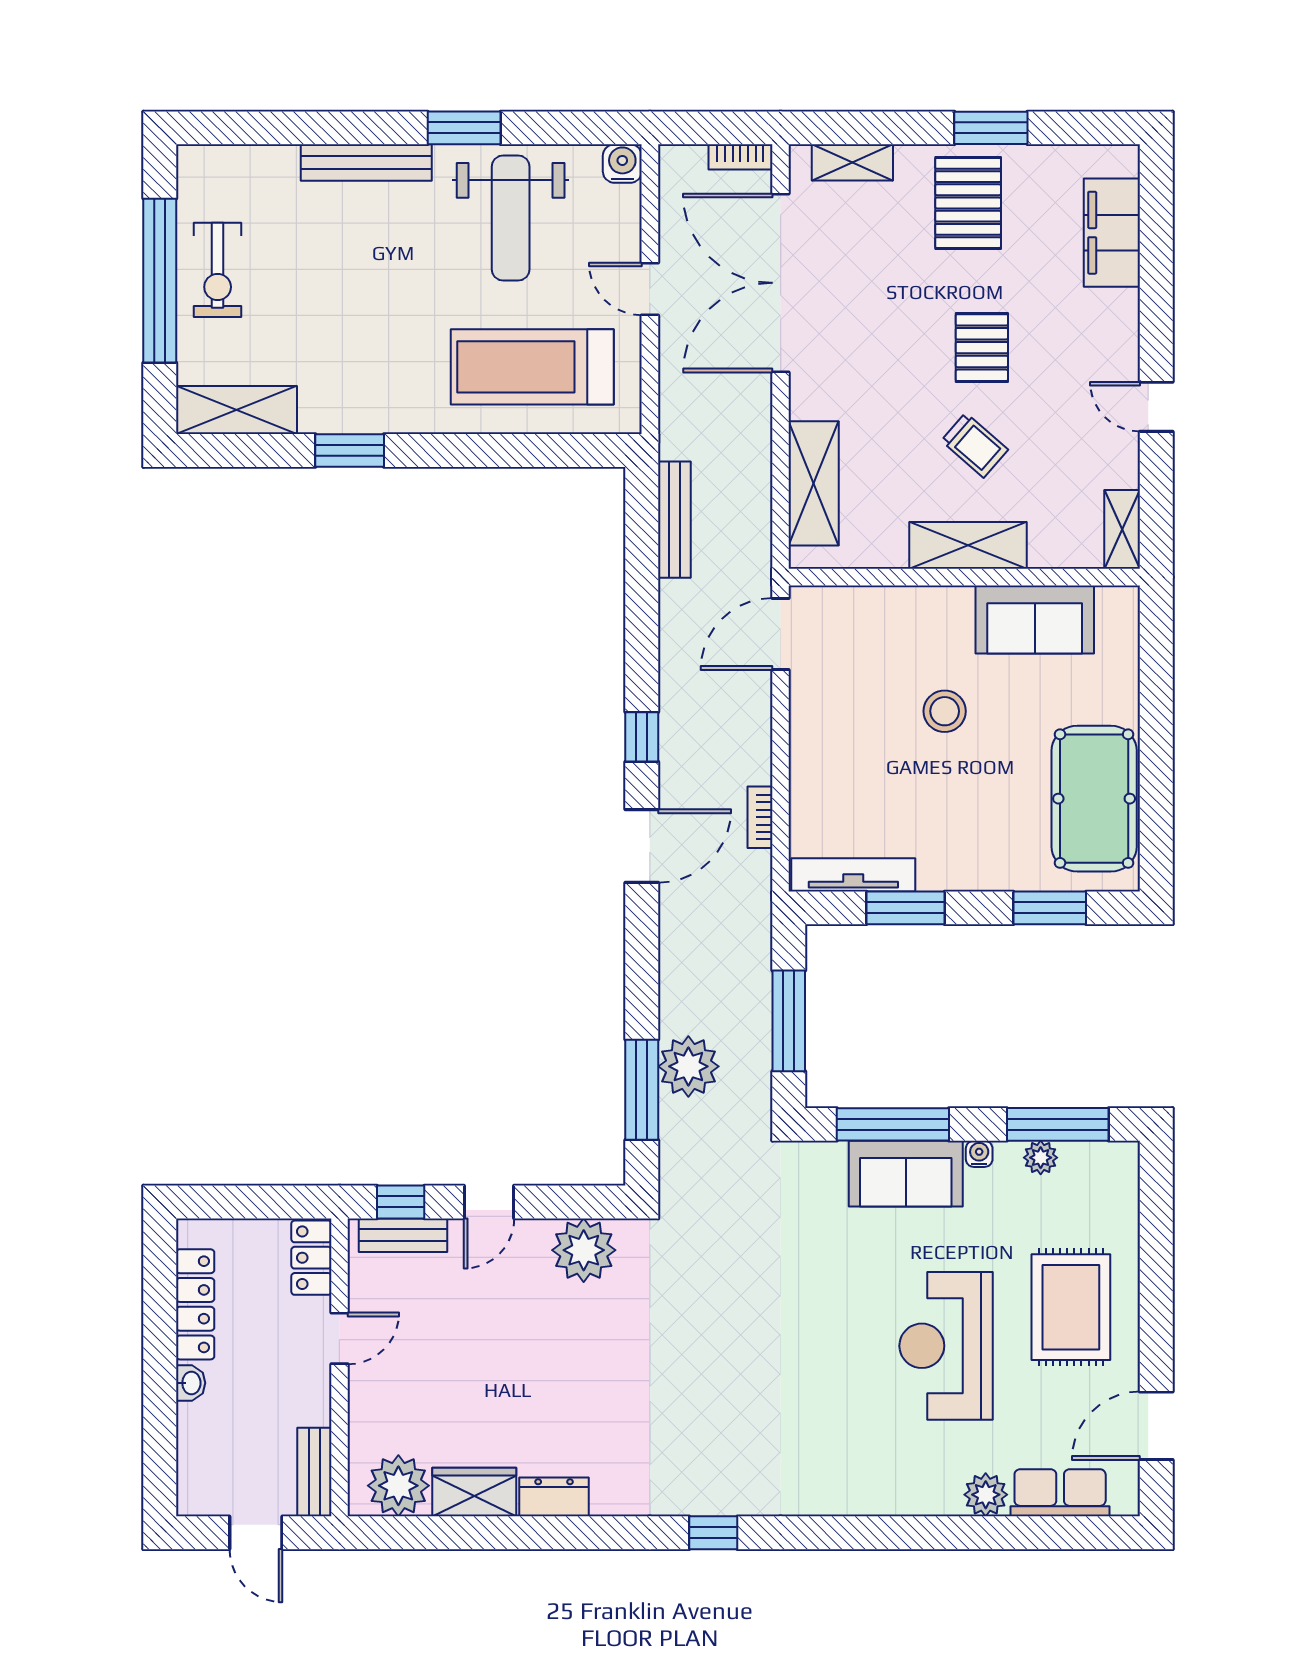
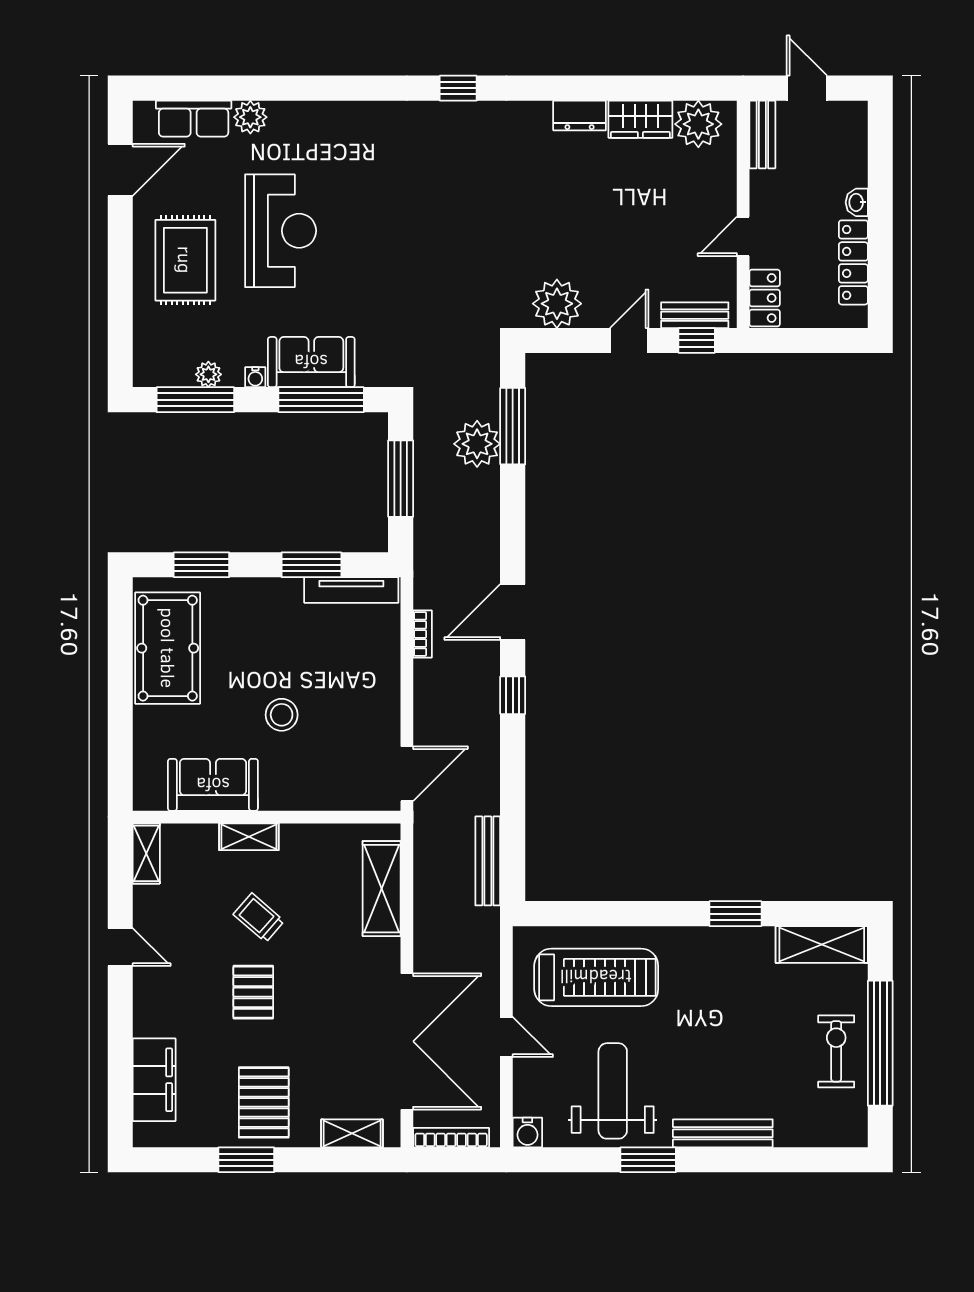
bookcase: (740, 157) -> (451, 1138), width x1.56
shelving: (968, 545) -> (249, 837), width x0.67, depth x0.75

